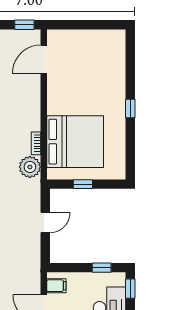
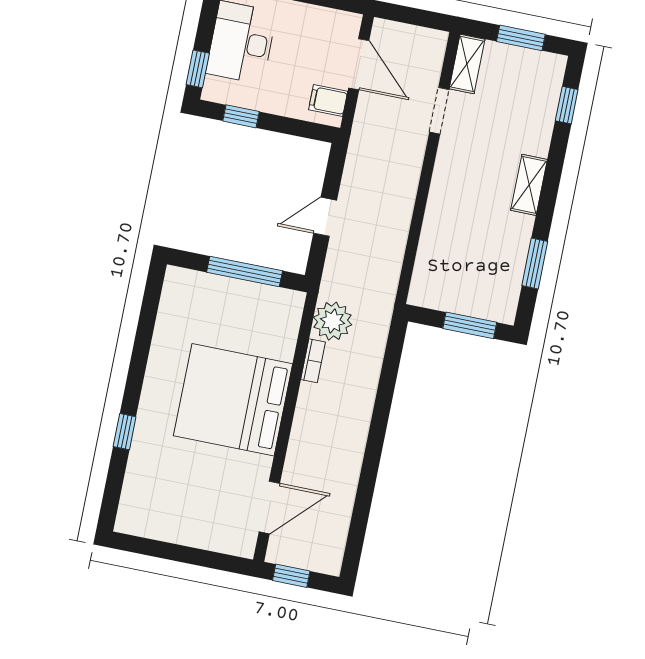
window: (130, 109) -> (125, 432), moved
bed: (75, 142) -> (233, 400), moved
window: (83, 184) -> (245, 271), width x2.17

